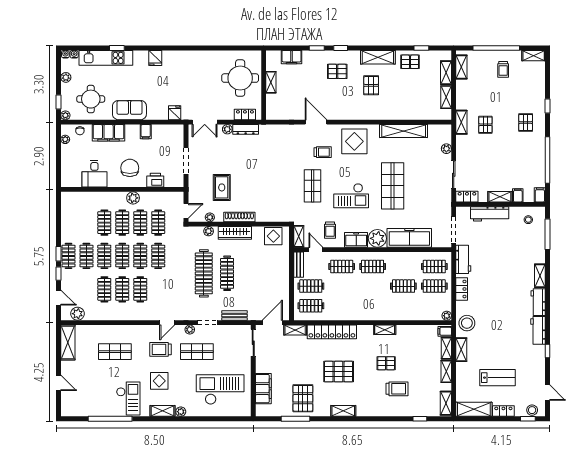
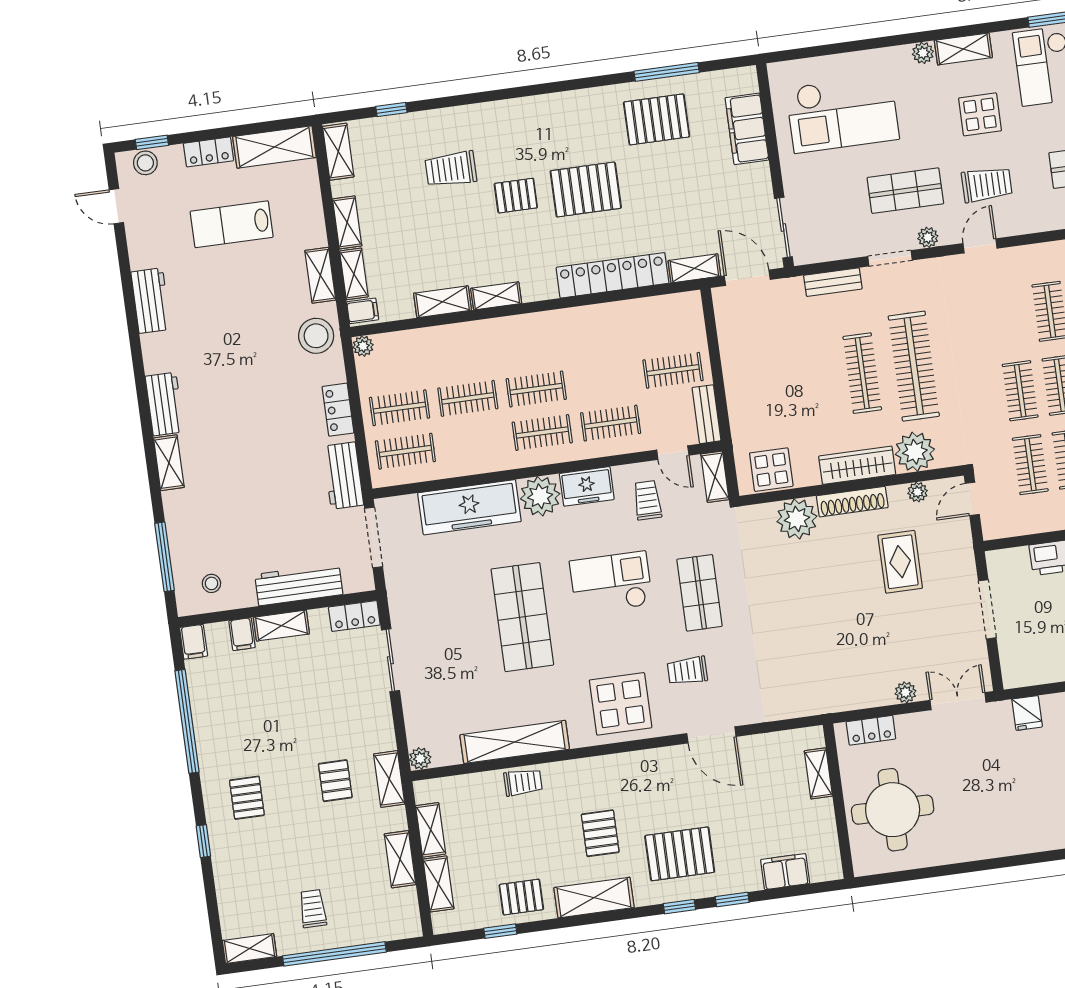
shelving: (461, 67) -> (400, 859), moved
pallet: (337, 71) -> (680, 854), width x1.50, depth x1.42
shelving: (271, 82) -> (818, 773), moved
trolley: (402, 113) -> (523, 782), added
dresser: (246, 129) -> (865, 698), removed
plant: (446, 149) -> (420, 758), moved
plant: (265, 213) -> (797, 519), added
plant: (209, 231) -> (915, 452), width x1.88, depth x1.88
clothes rail: (311, 306) -> (536, 389), moved
door: (272, 323) -> (747, 278), swing flipped
workbench: (538, 330) -> (151, 301), moved
window: (548, 351) -> (129, 298), removed
pallet: (386, 363) -> (516, 196), moved
pallet: (303, 398) -> (657, 119), turned 90
shelving: (343, 411) -> (443, 302), moved

